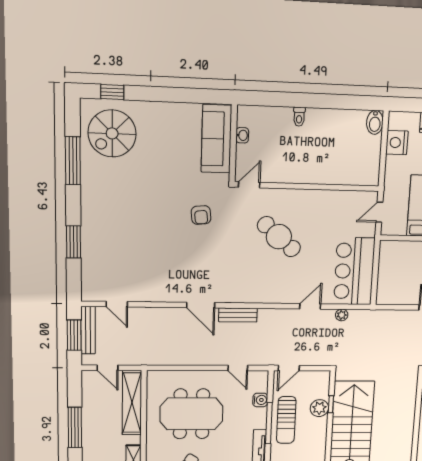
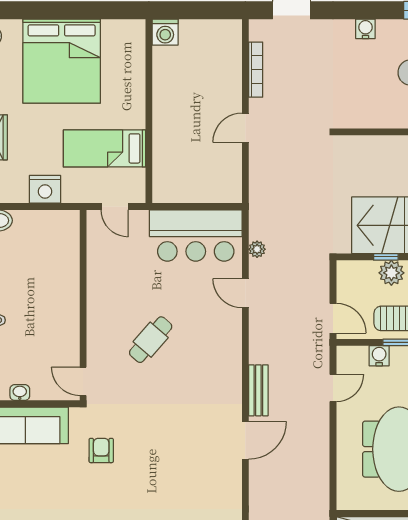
nightstand: (397, 143) -> (45, 189), moved
armchair: (201, 215) -> (101, 450), moved, turned -84
cafe table: (279, 237) -> (151, 340), width x0.73, depth x0.74

